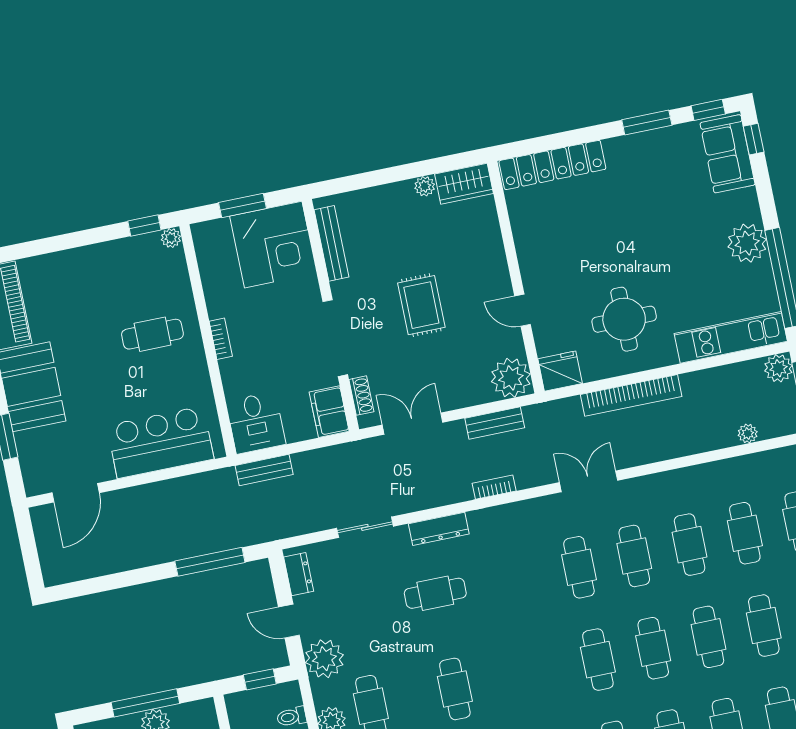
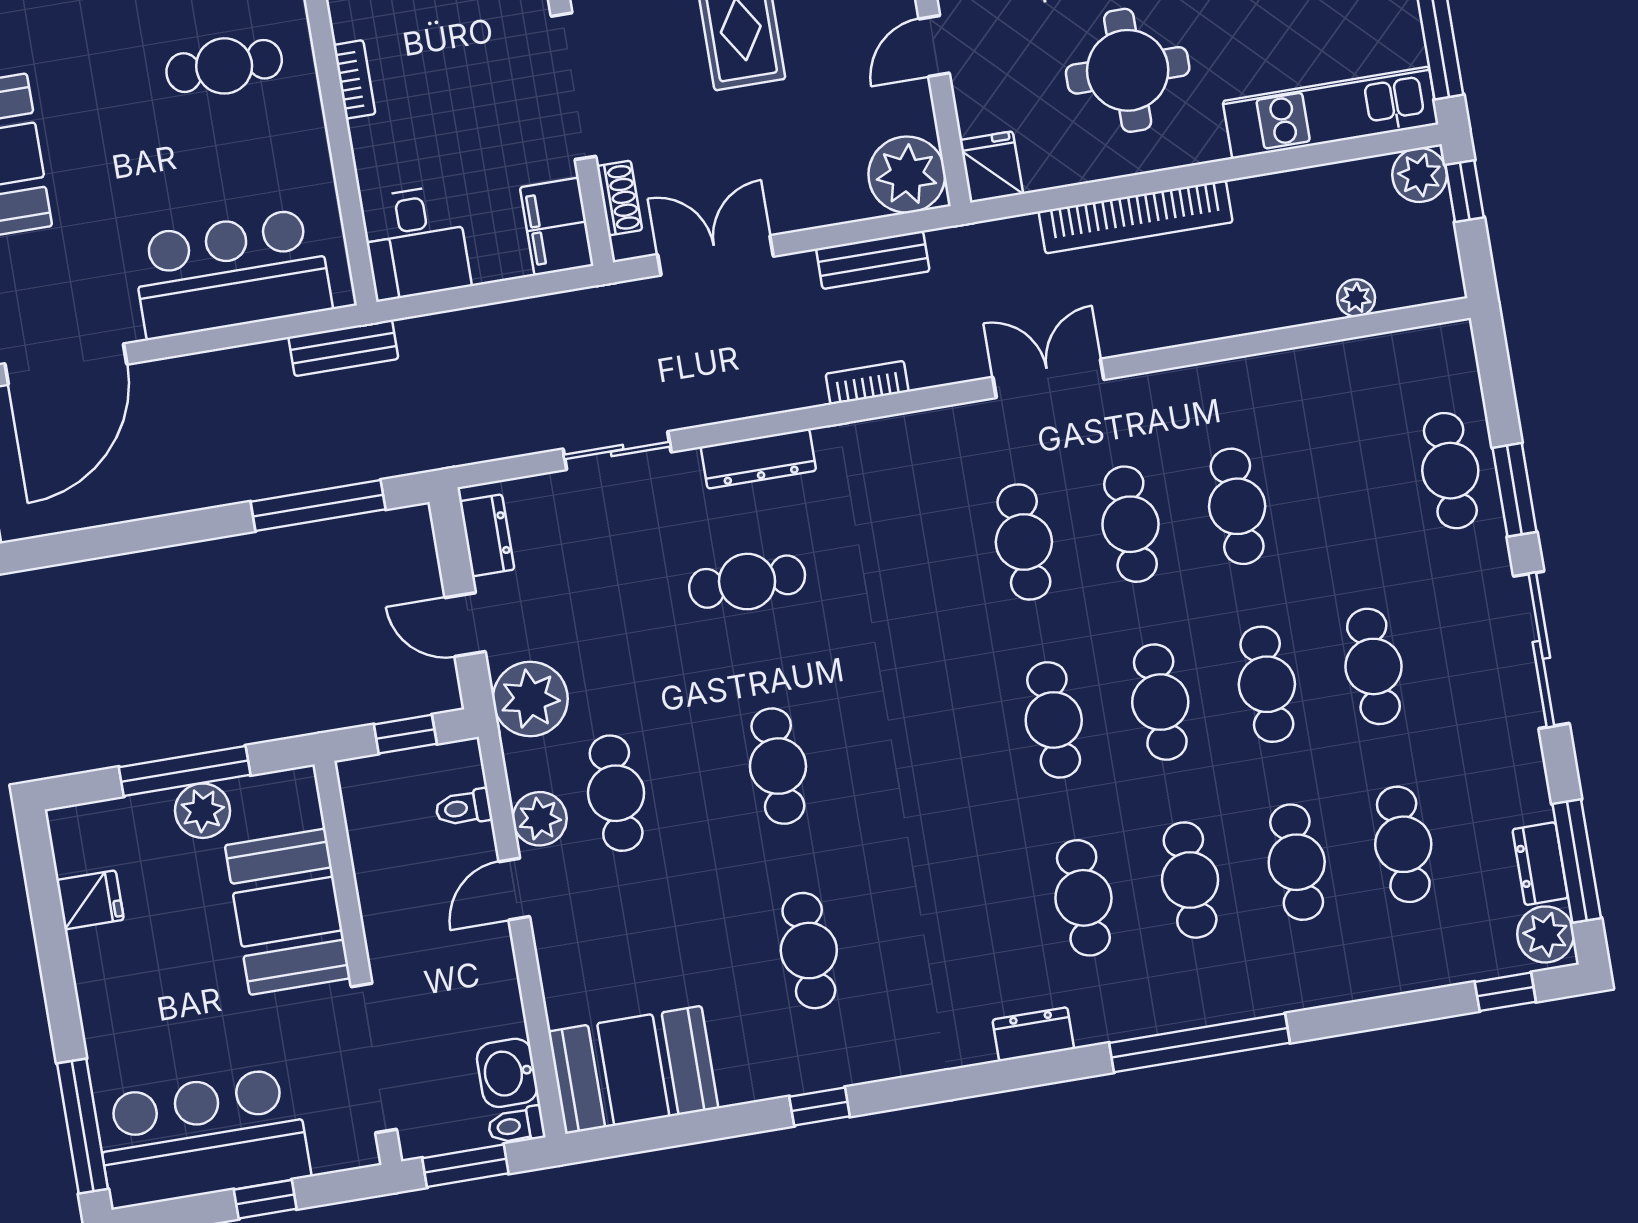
door: (523, 310) -> (934, 46), hinge flipped
fridge: (560, 371) -> (991, 167), width x0.72
bench: (264, 470) -> (343, 348), moved
door: (76, 493) -> (66, 364), width x1.36
cafe table: (745, 533) -> (1344, 488), removed

